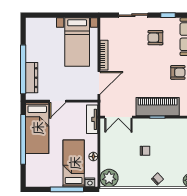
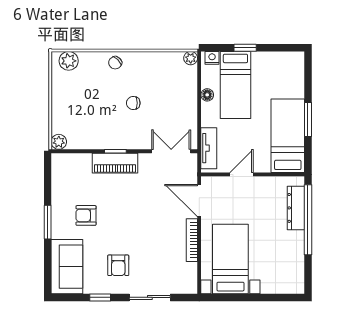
armchair: (155, 38) -> (118, 265), turned 90
door: (99, 83) -> (199, 201), hinge flipped
door: (58, 101) -> (242, 174), moved
piano: (158, 107) -> (115, 163), width x0.73, depth x0.75
window: (23, 139) -> (308, 120), width x0.47
plant: (109, 178) -> (191, 58), width x0.53, depth x0.53
window: (67, 189) -> (245, 48), width x0.46

